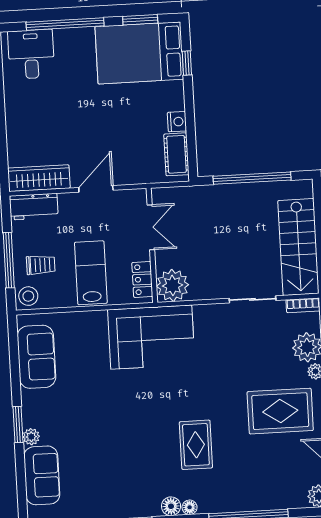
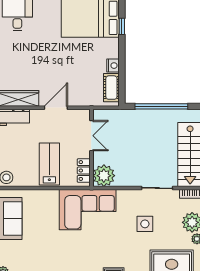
trolley: (41, 265) -> (16, 157), removed
side table: (237, 353) -> (145, 224), added

